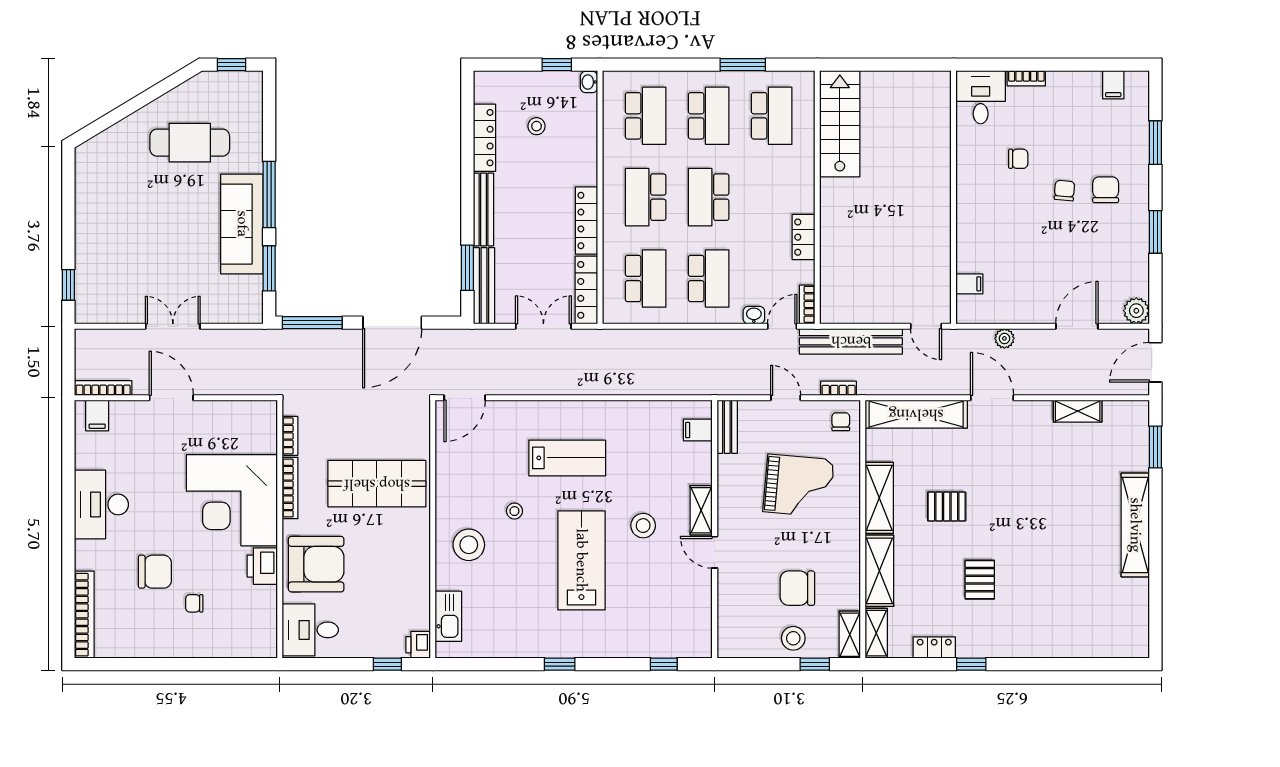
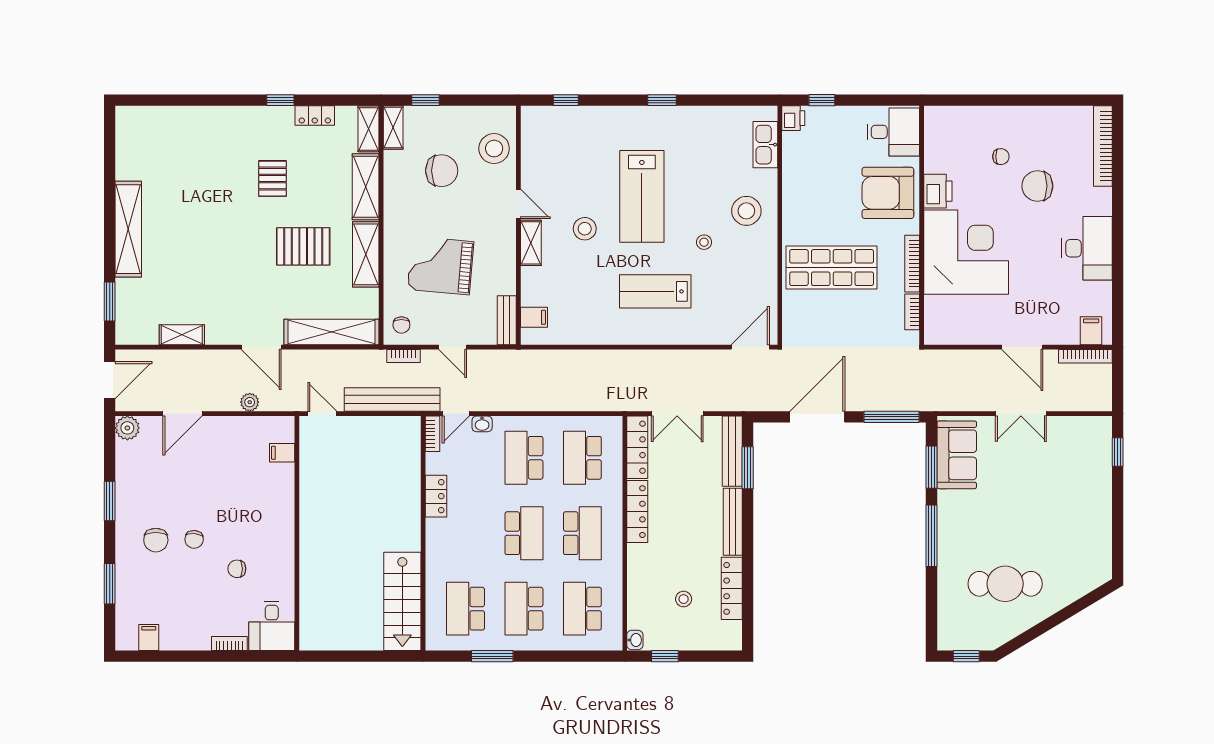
sofa: (242, 224) -> (957, 455), moved, width x0.73
pallet: (947, 506) -> (303, 246), width x1.50, depth x1.42
stool: (793, 638) -> (494, 149), moved, width x1.38, depth x1.38

